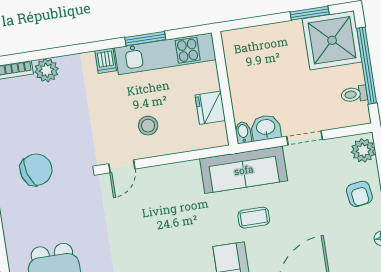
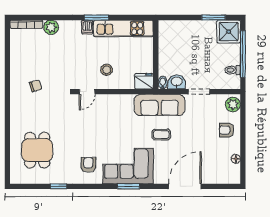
window: (145, 39) -> (96, 17), moved
shower: (332, 40) -> (229, 32), width x0.73, depth x0.73
fridge: (210, 108) -> (144, 81), moved, turned 90
chair: (36, 170) -> (36, 86), width x0.54, depth x0.54
armchair: (359, 194) -> (227, 130), turned 98

